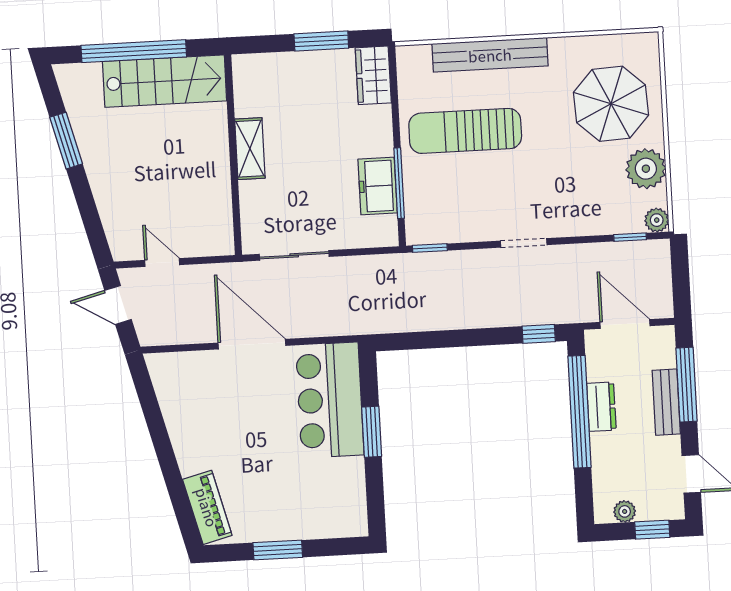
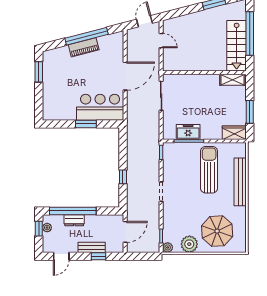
shelving: (250, 149) -> (232, 80), moved
door: (162, 263) -> (161, 41), hinge flipped
window: (539, 334) -> (123, 177), moved
window: (686, 385) -> (98, 256), width x0.46
dresser: (601, 407) -> (74, 220), moved
window: (579, 412) -> (73, 211), moved
window: (161, 442) -> (87, 36), added
piano: (207, 507) -> (84, 47), moved
window: (652, 530) -> (39, 229), moved
window: (278, 550) -> (39, 72), moved

